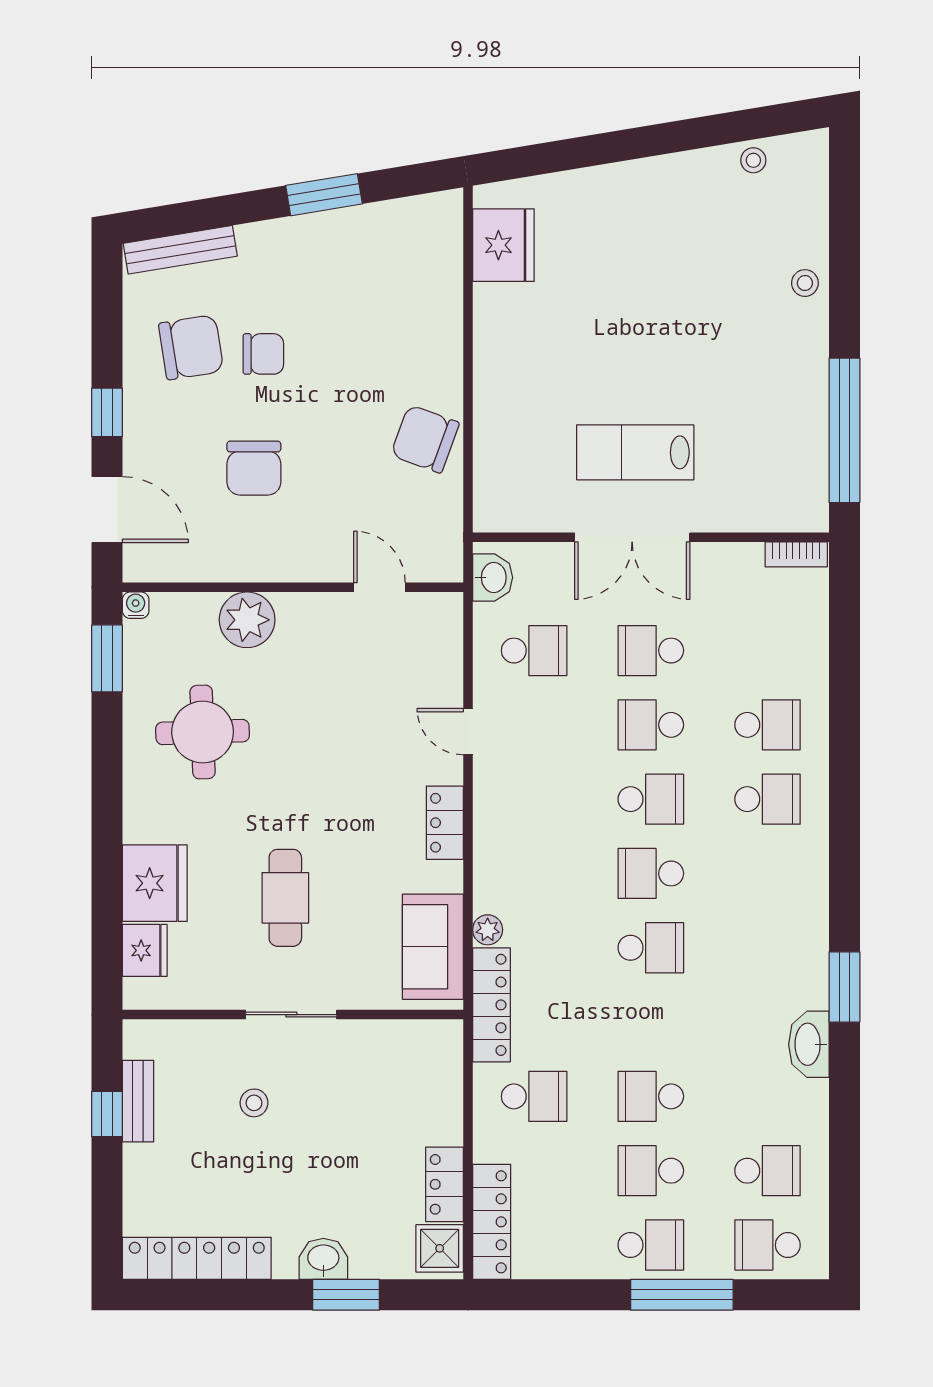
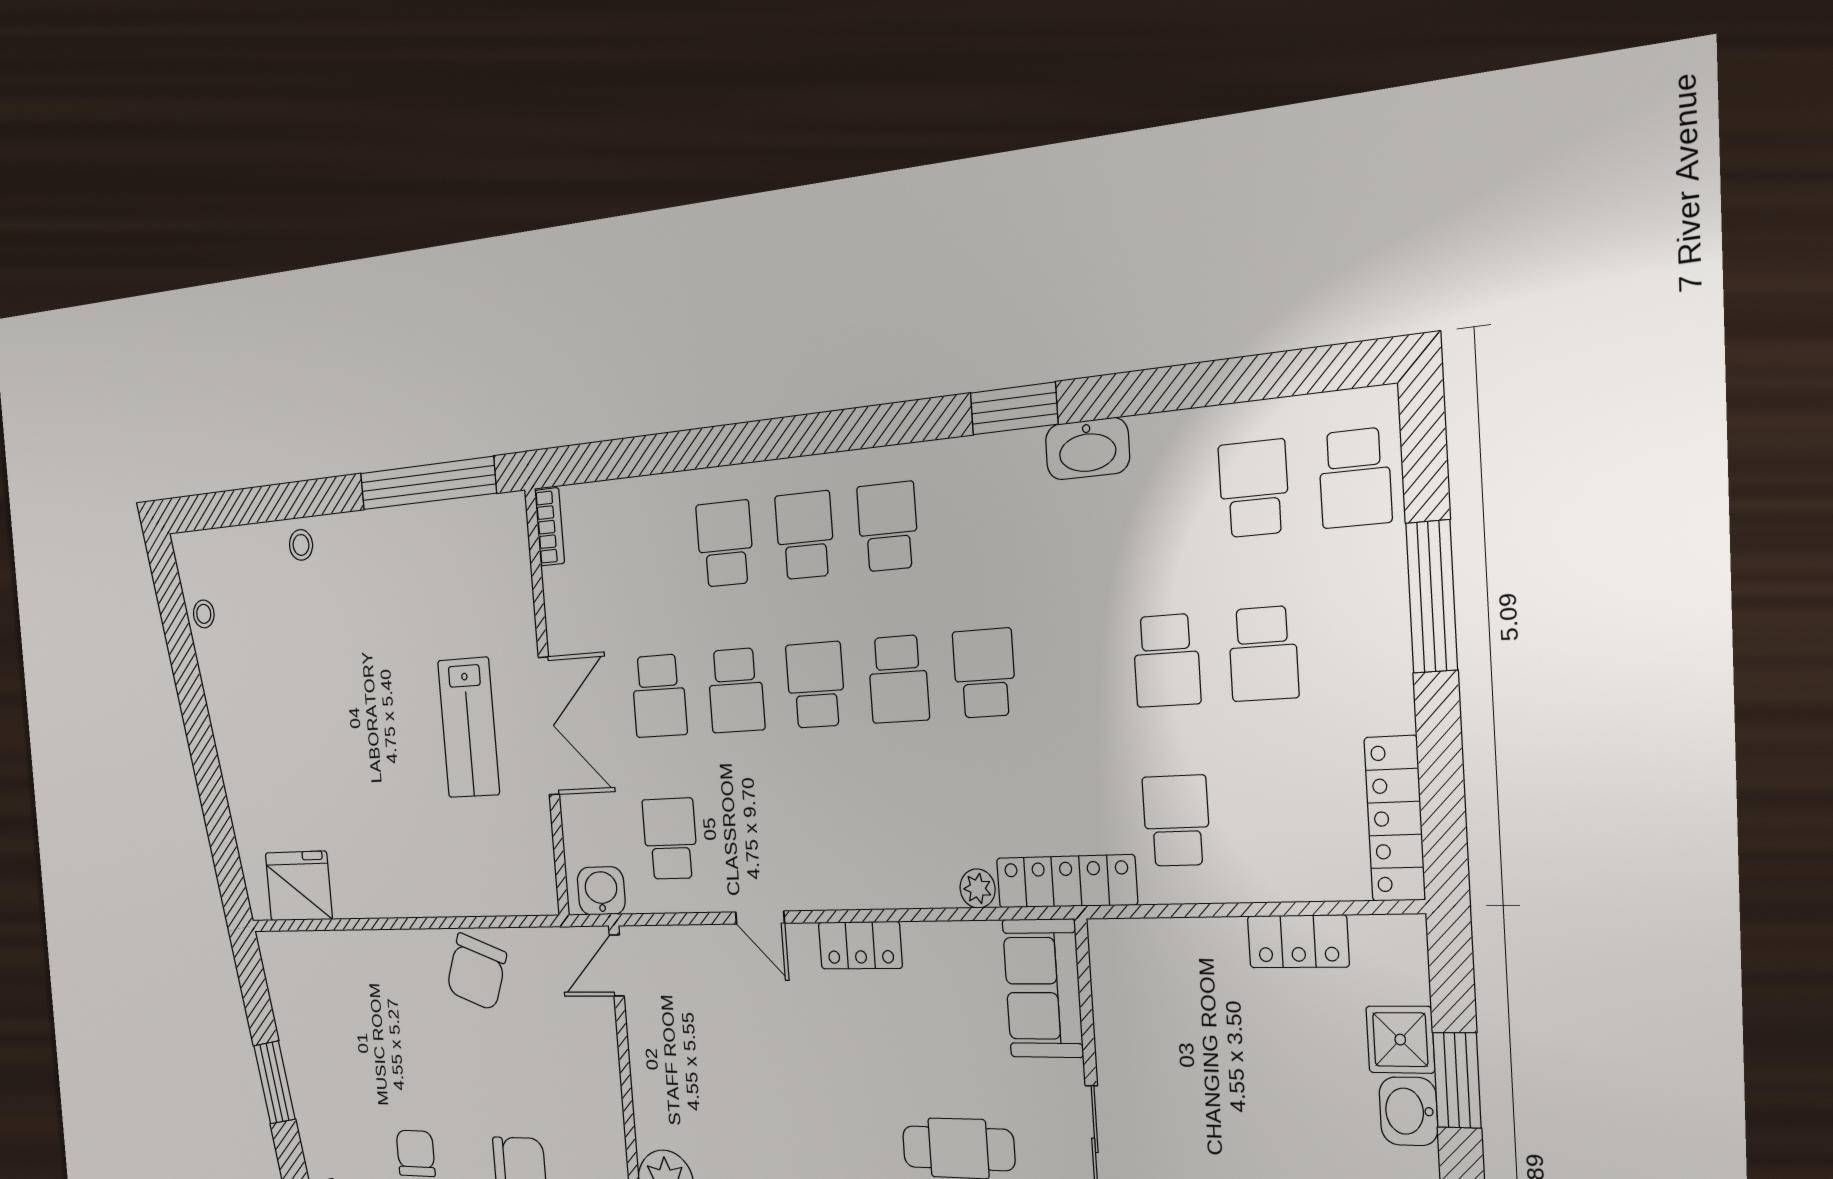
door: (379, 587) -> (617, 966), moved
door: (468, 732) -> (760, 918), hinge flipped
sofa: (433, 947) -> (1043, 988), moved, turned 90
locker: (492, 1222) -> (1395, 819), moved, turned -90
school desk: (651, 1245) -> (888, 527), moved
shower: (440, 1248) -> (1400, 1040), moved

